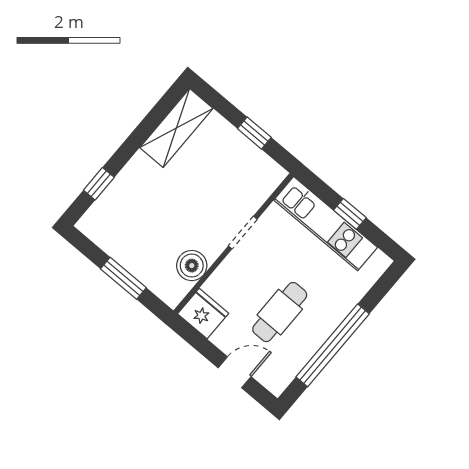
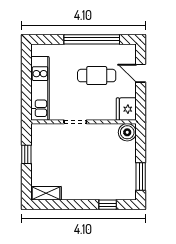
shelving: (176, 128) -> (46, 193), width x0.67, depth x0.75
window: (350, 214) -> (26, 81), removed
boiler: (192, 266) -> (127, 132), moved
window: (123, 278) -> (141, 177), moved

